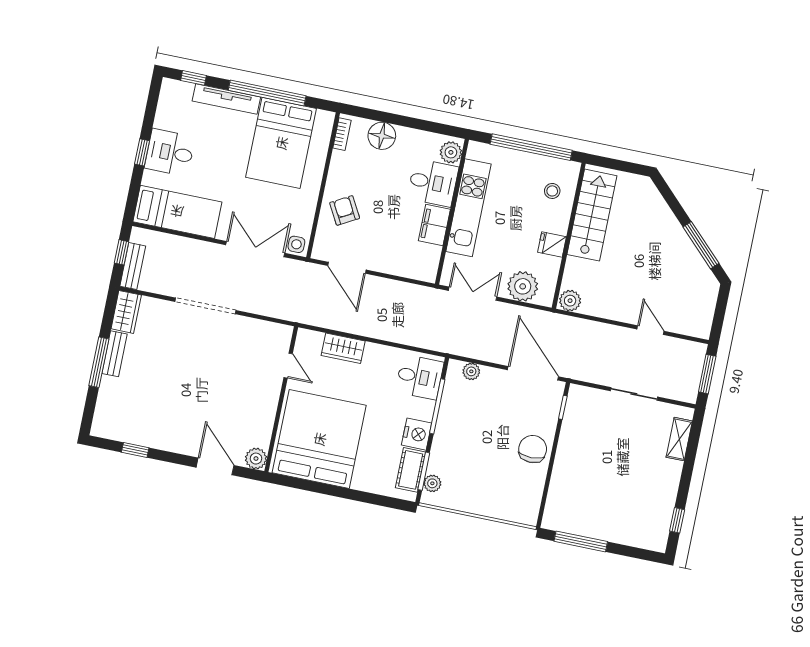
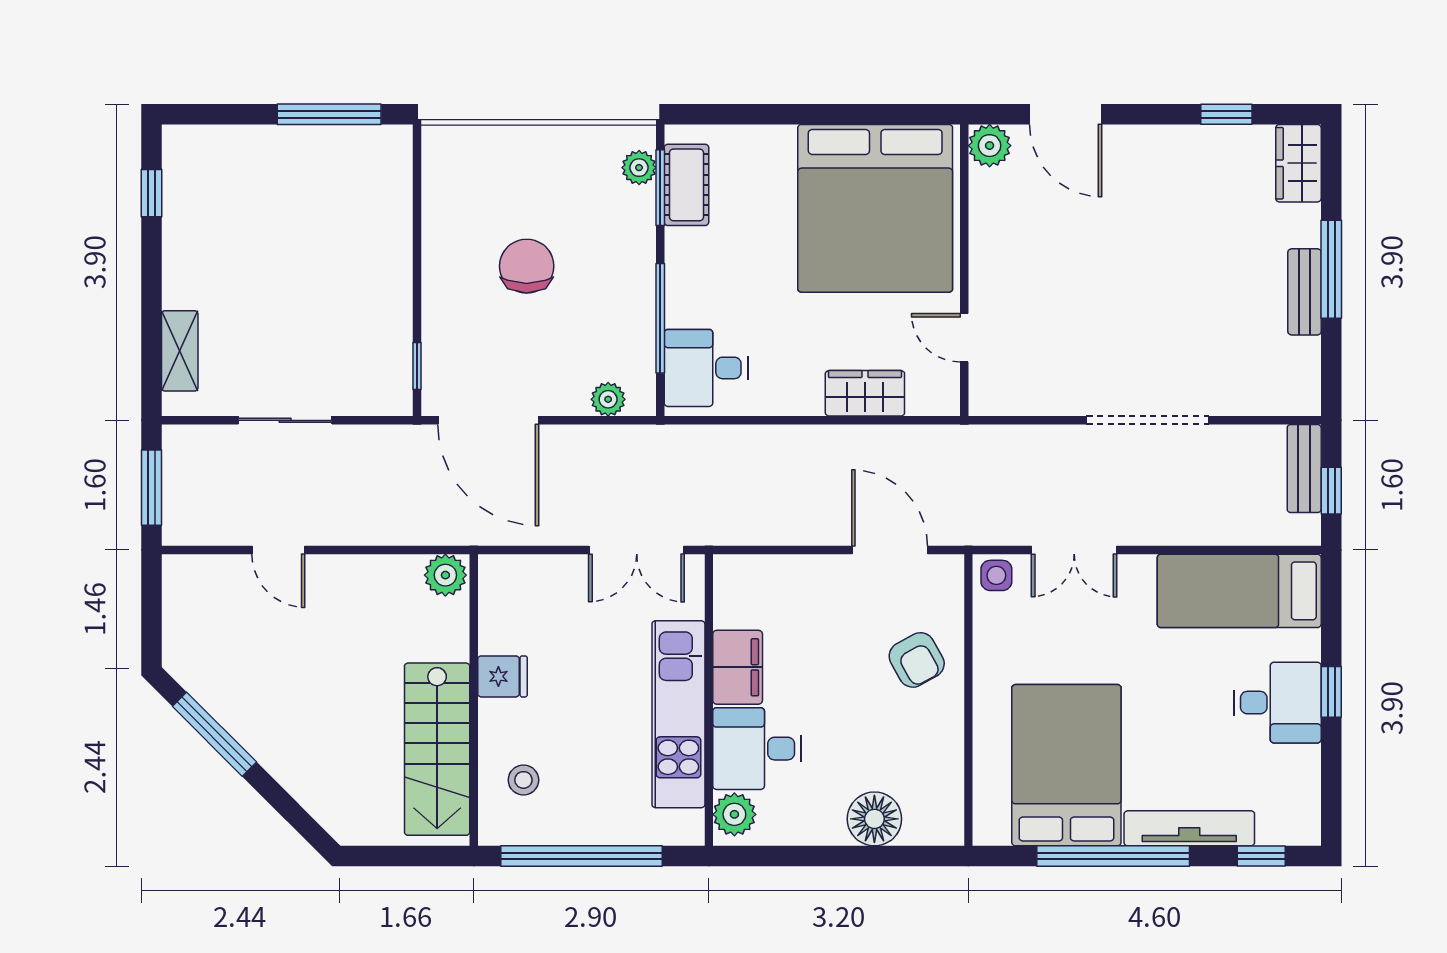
bookcase: (342, 134) -> (952, 806), removed
double door: (255, 249) -> (1074, 550), width x0.73
plant: (523, 286) -> (543, 584), removed
wardrobe: (126, 312) -> (1298, 163), moved
nightstand: (417, 434) -> (689, 257), removed
chair: (533, 449) -> (527, 266), moved, turned 180

